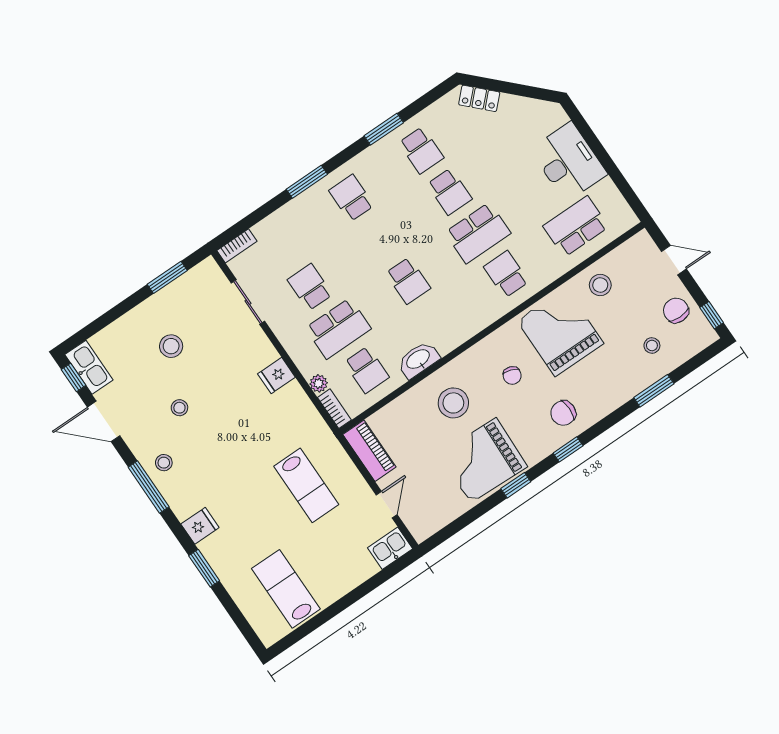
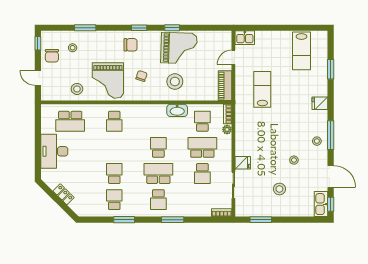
locker: (479, 98) -> (64, 194), moved
school desk: (478, 233) -> (158, 173), moved
fridge: (276, 376) -> (243, 163), moved
window: (204, 568) -> (331, 69), moved

